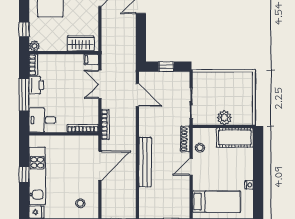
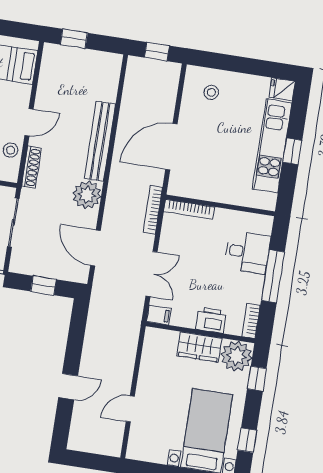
wardrobe: (81, 43) -> (199, 347), moved
plant: (34, 46) -> (237, 356), width x1.87, depth x1.87
printer: (36, 85) -> (211, 320), moved, turned 90
desk: (42, 120) -> (247, 252), moved
plant: (148, 127) -> (87, 195), added

